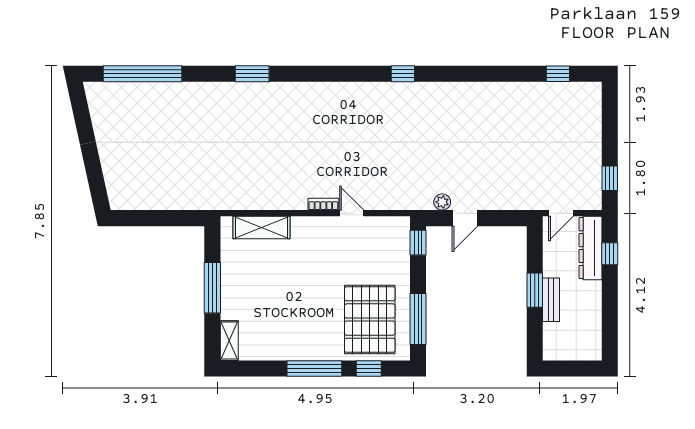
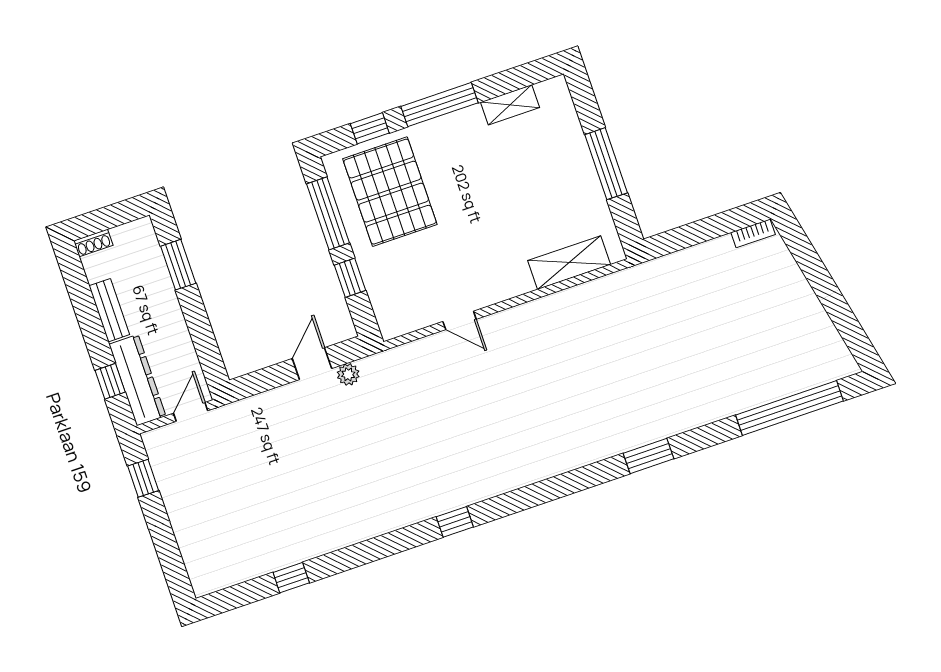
window: (558, 74) -> (291, 578), moved
bookcase: (323, 204) -> (753, 233), moved
window: (418, 243) -> (350, 278), moved
window: (535, 290) -> (178, 265), moved
bench: (551, 300) -> (109, 310), moved
shelving: (229, 341) -> (510, 105), moved, turned 90
shoe rack: (589, 354) -> (93, 243), added

